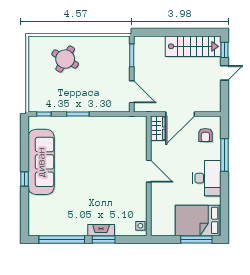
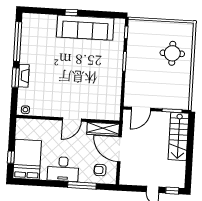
stairs: (193, 46) -> (178, 136), moved
round table: (65, 59) -> (172, 53), turned -30
wardrobe: (158, 128) -> (103, 129), width x1.50
window: (196, 239) -> (11, 157), width x0.46

